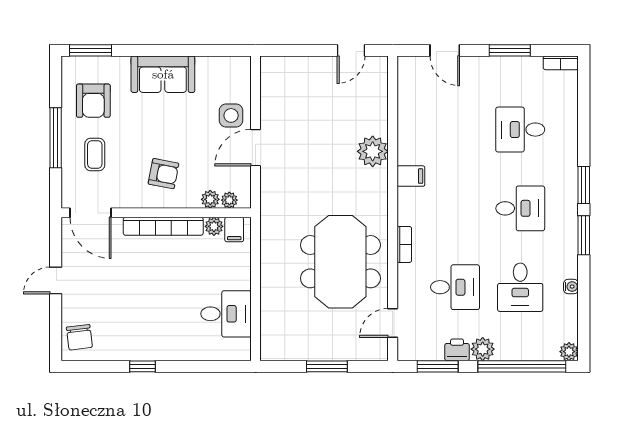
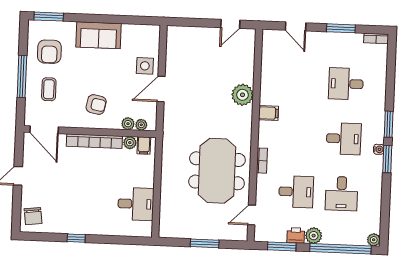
water cooler: (571, 287) -> (379, 149), moved

